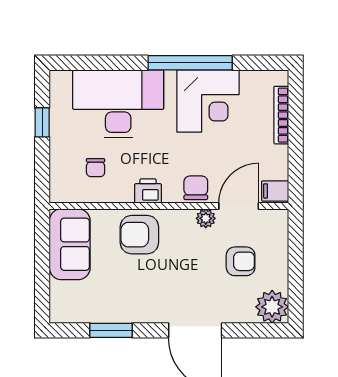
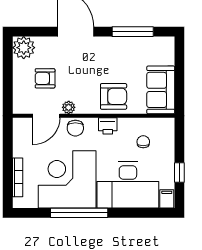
corner desk: (208, 101) -> (67, 179), width x1.36, depth x1.36
filing cabinet: (275, 191) -> (167, 199), moved, turned -90
window: (111, 330) -> (133, 32), width x1.44

